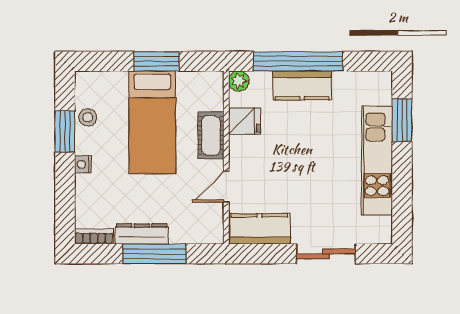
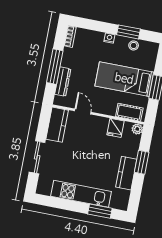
window: (298, 61) -> (142, 162), width x0.47
kitchen counter: (302, 85) -> (126, 173), moved
cot: (211, 135) -> (129, 112), moved
dresser: (142, 234) -> (63, 82), moved

